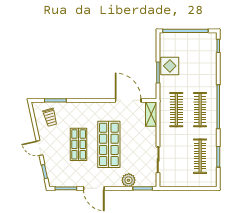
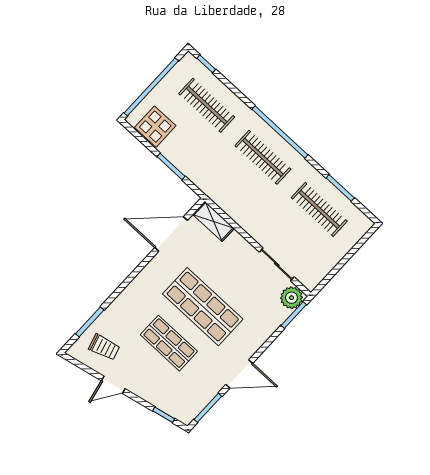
display table: (170, 66) -> (155, 127), moved
clothes rail: (176, 110) -> (207, 105), moved
door: (40, 148) -> (113, 385), moved
plant: (129, 180) -> (291, 298), moved

